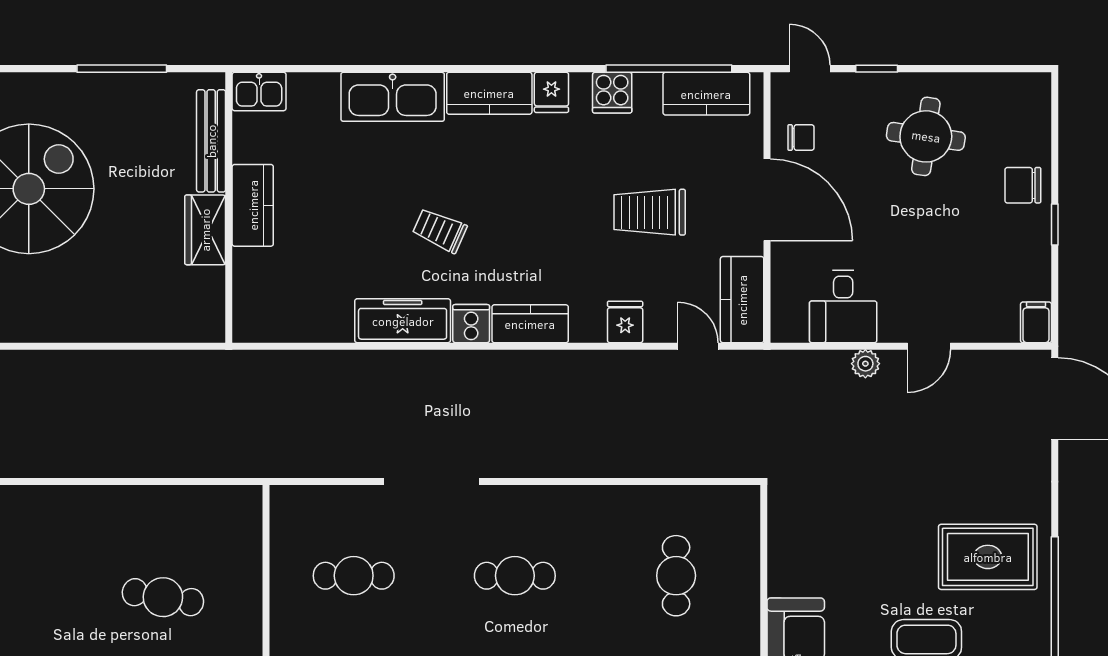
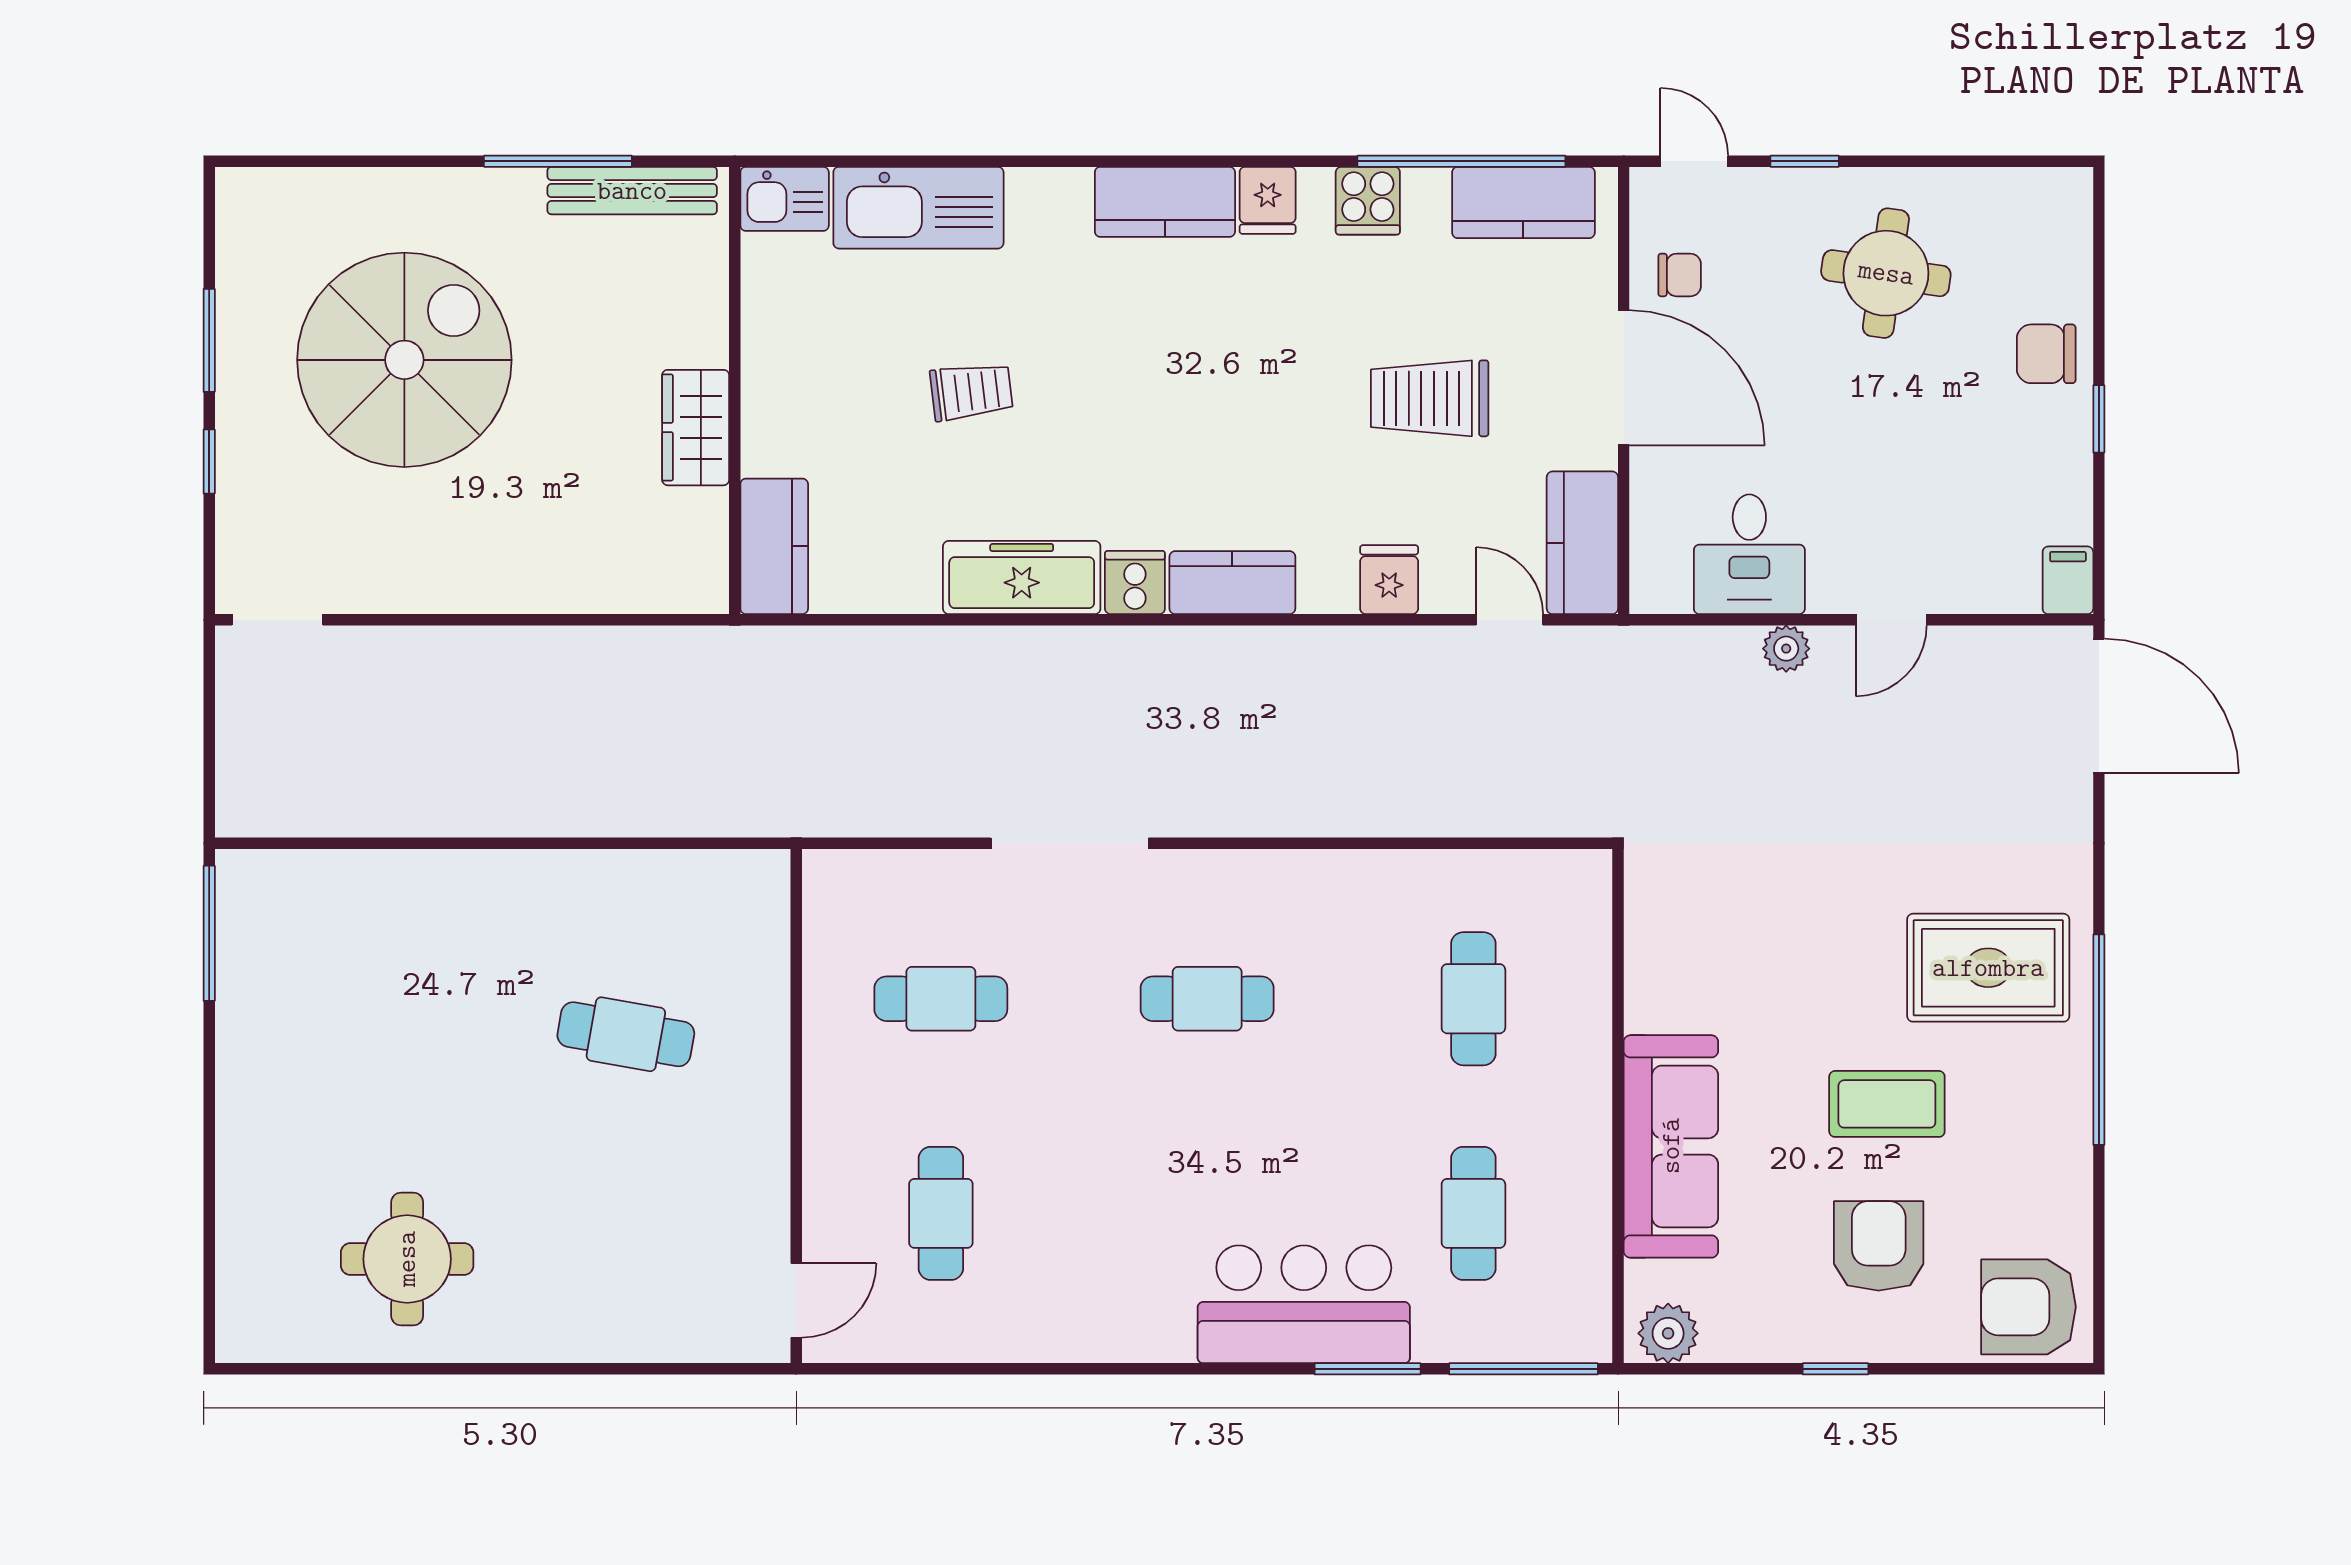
kitchen sink: (393, 97) -> (918, 208), moved
bench: (211, 141) -> (632, 191), moved, turned 90
kitchen counter: (253, 205) -> (774, 546), moved
trolley: (440, 230) -> (971, 392), moved, turned 149

